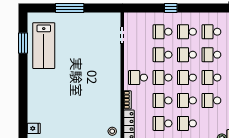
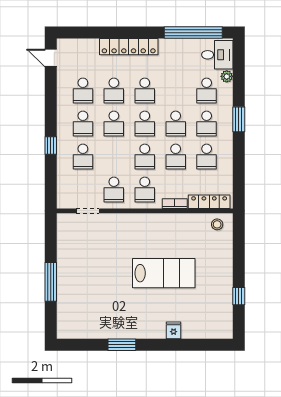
window: (23, 43) -> (122, 345), moved
lab bench: (44, 46) -> (164, 273), moved
school desk: (162, 55) -> (114, 190), moved
school desk: (211, 100) -> (207, 91), moved
fridge: (34, 128) -> (174, 330), moved

